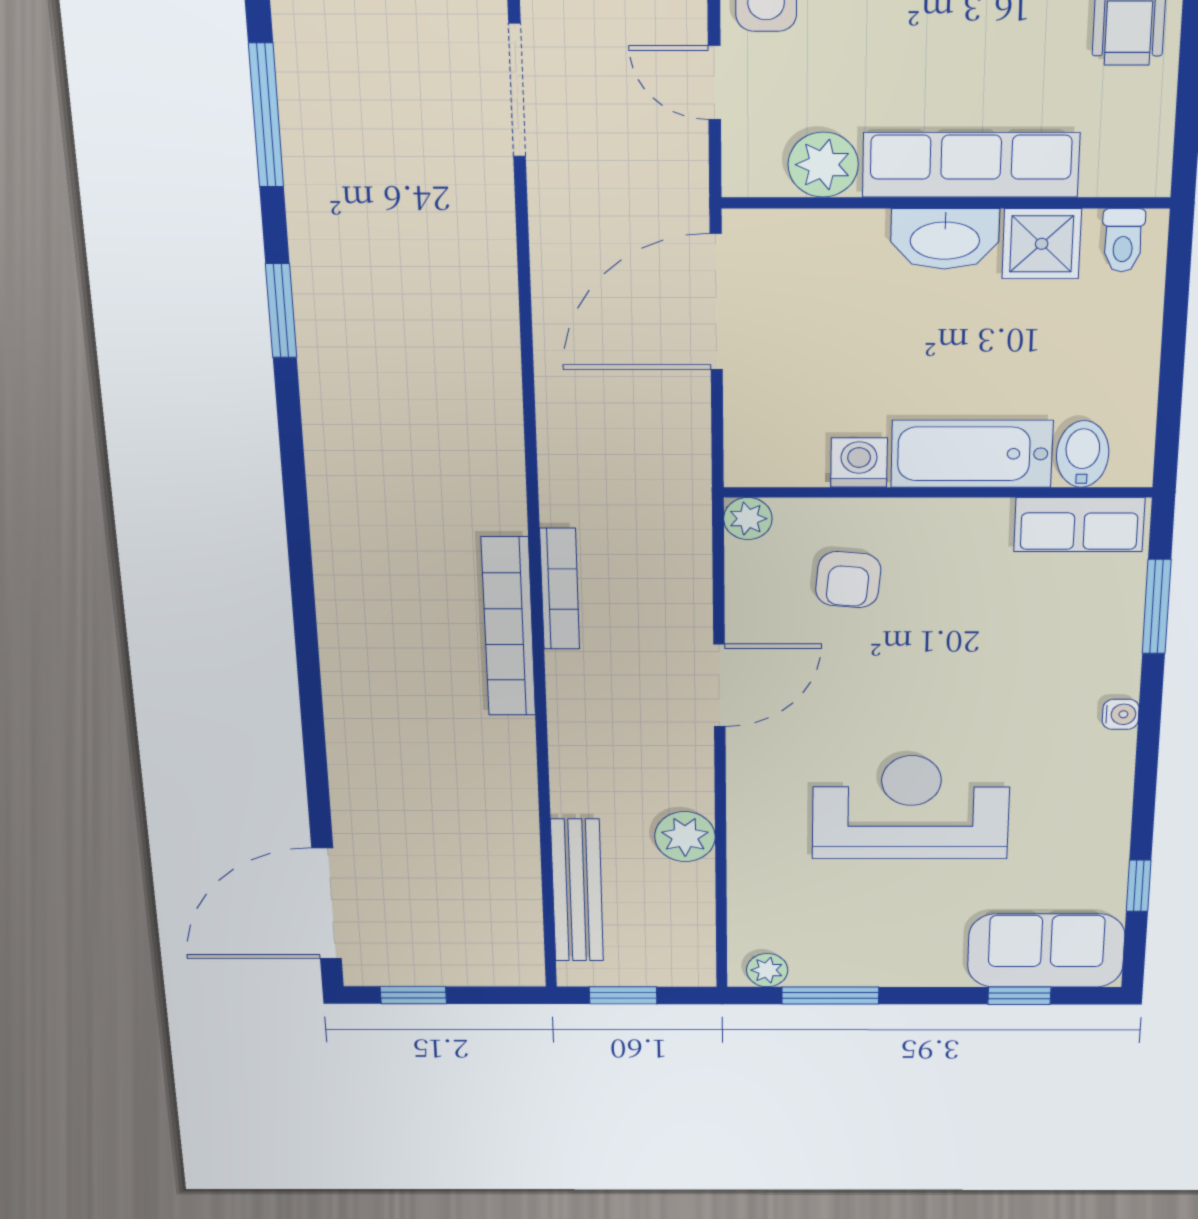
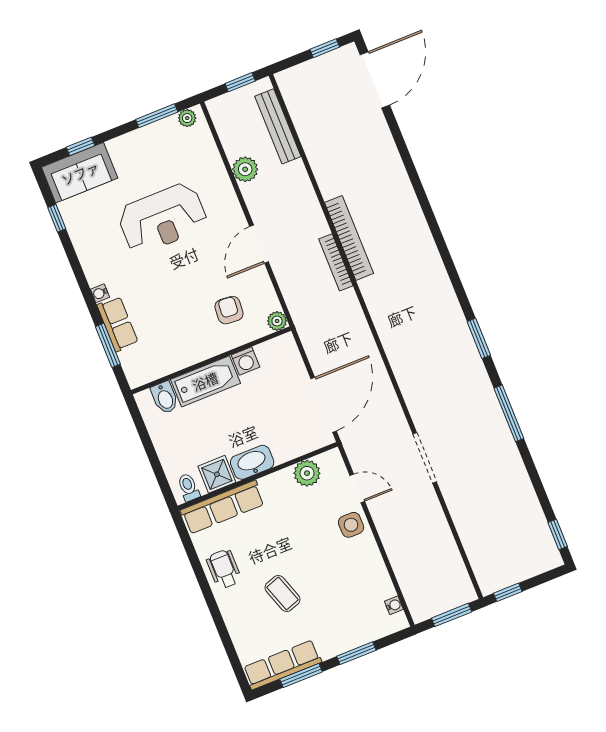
row of seats: (971, 165) -> (223, 507), moved
row of seats: (1079, 525) -> (118, 324), moved, turned 90

